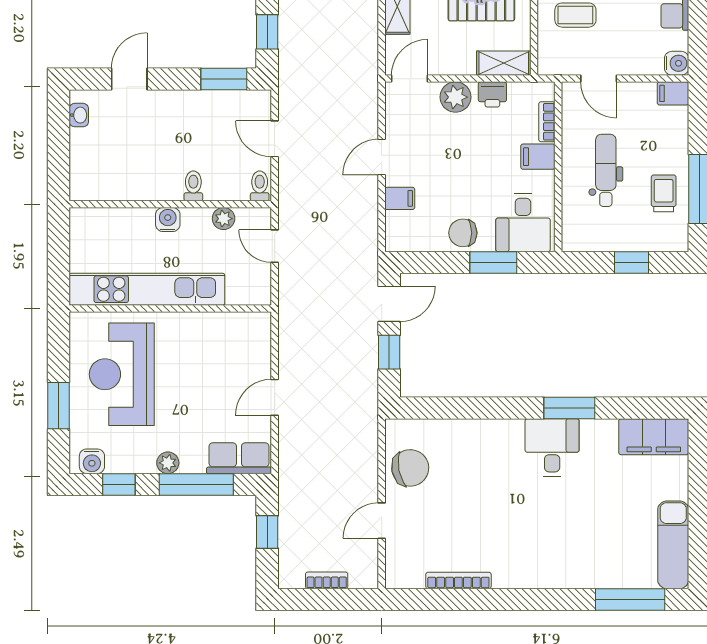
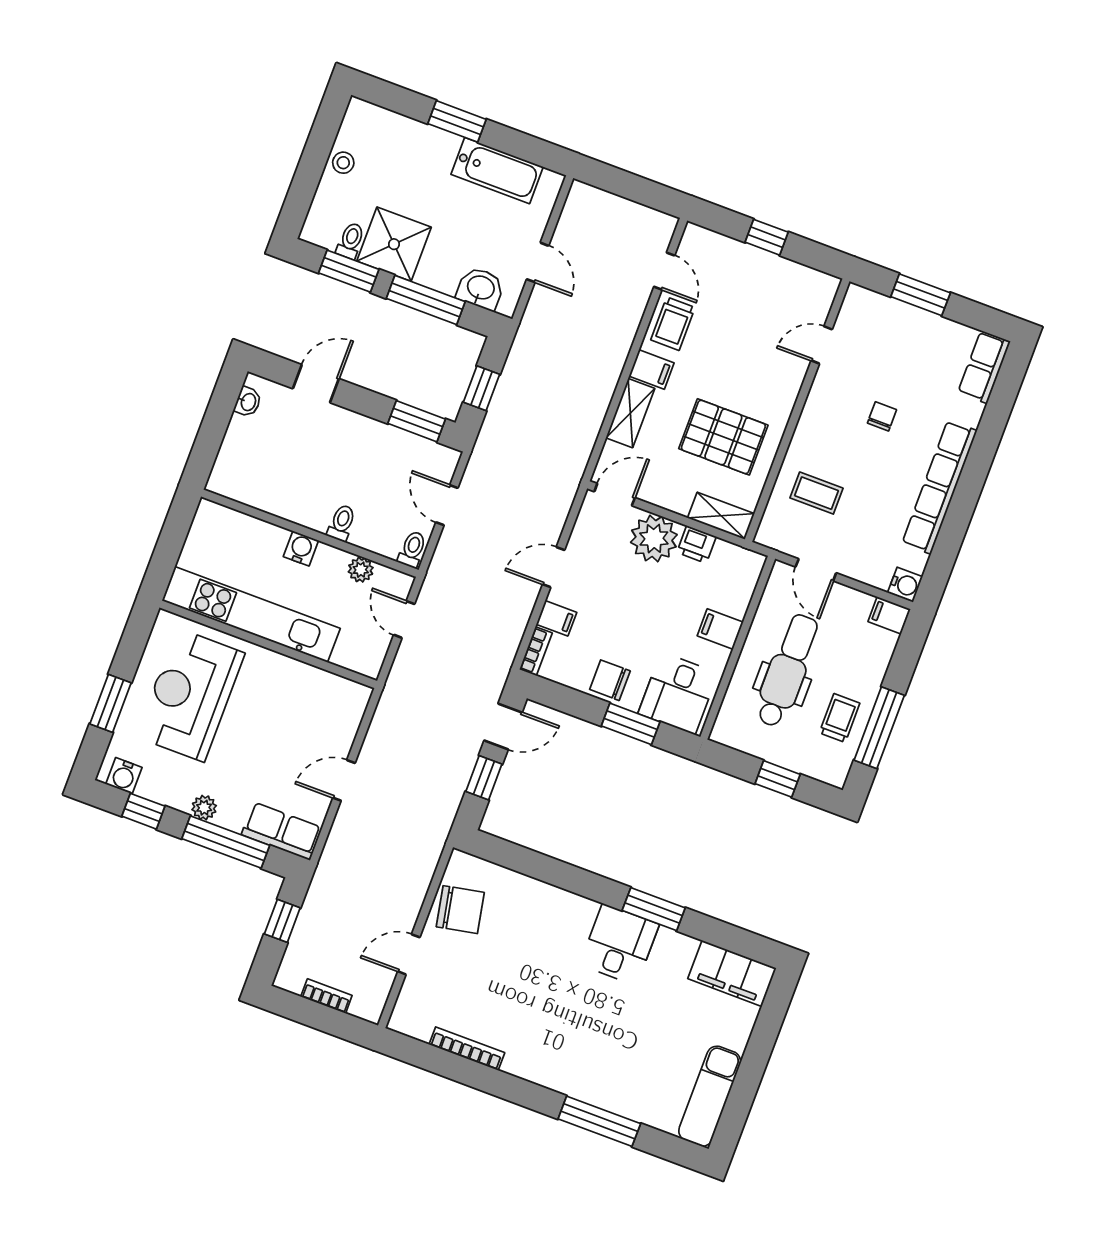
plant: (455, 97) -> (654, 539), width x1.36, depth x1.36
bookcase: (547, 122) -> (536, 651), moved, turned 180
dental chair: (606, 170) -> (787, 671), width x1.36, depth x1.38
window: (630, 599) -> (599, 1121), moved

